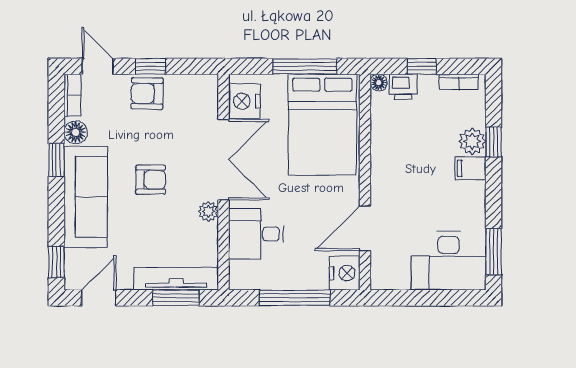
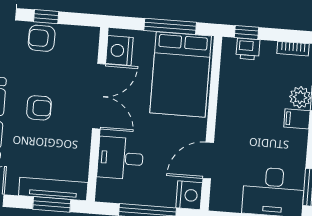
window: (422, 66) -> (247, 32), moved
floor lamp: (379, 83) -> (228, 44), removed
plant: (208, 211) -> (83, 137), removed

